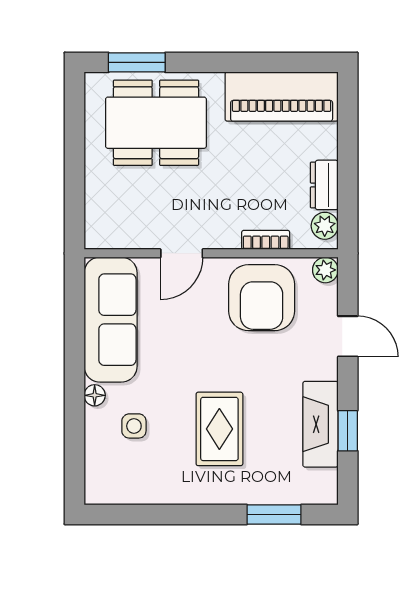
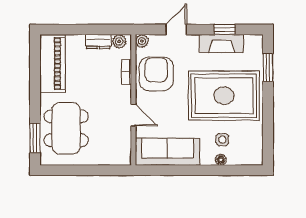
armchair: (262, 298) -> (156, 74), turned -90
floor lamp: (95, 395) -> (221, 160), moved
rug: (219, 429) -> (224, 96), width x1.86, depth x2.06

